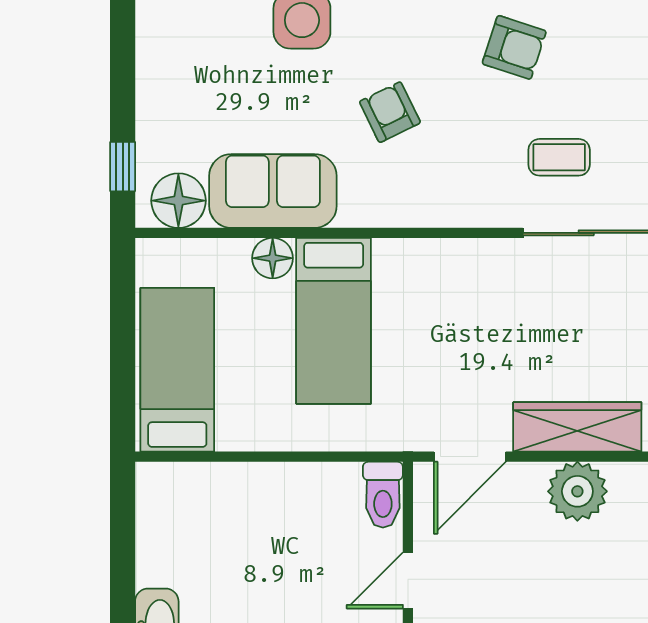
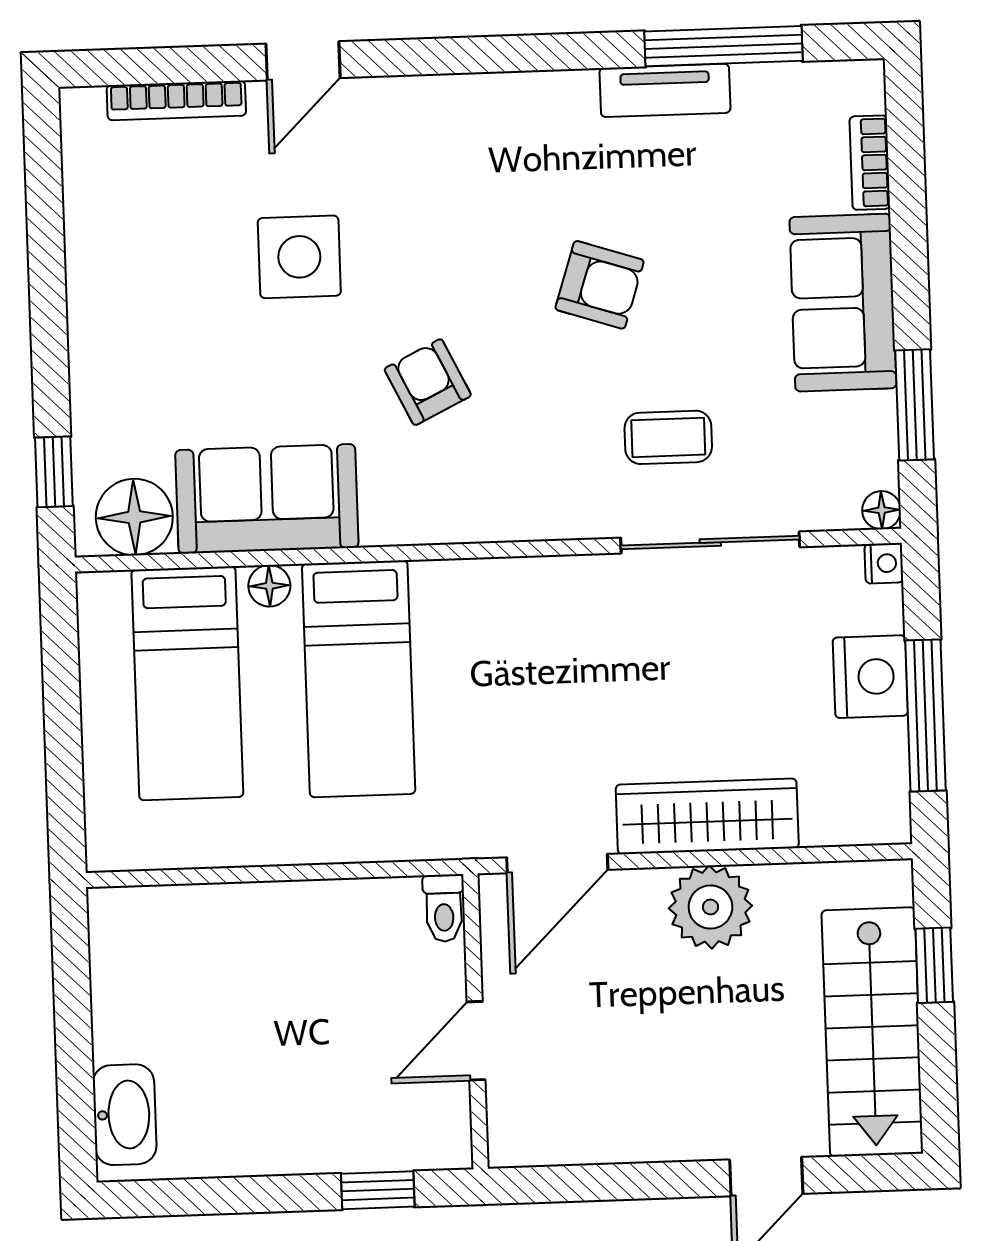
floor lamp: (273, 258) -> (269, 586), width x0.73, depth x0.73
bed: (177, 370) -> (187, 683), moved, turned 180
toilet: (383, 495) -> (444, 908), width x0.73, depth x0.72

